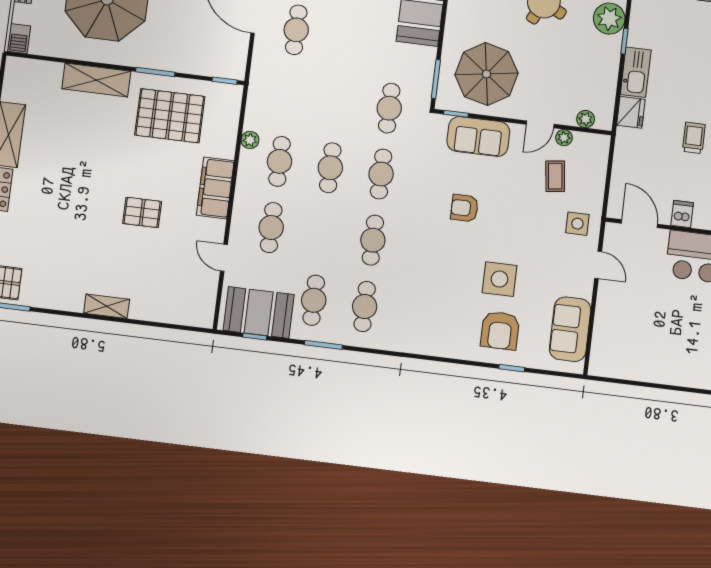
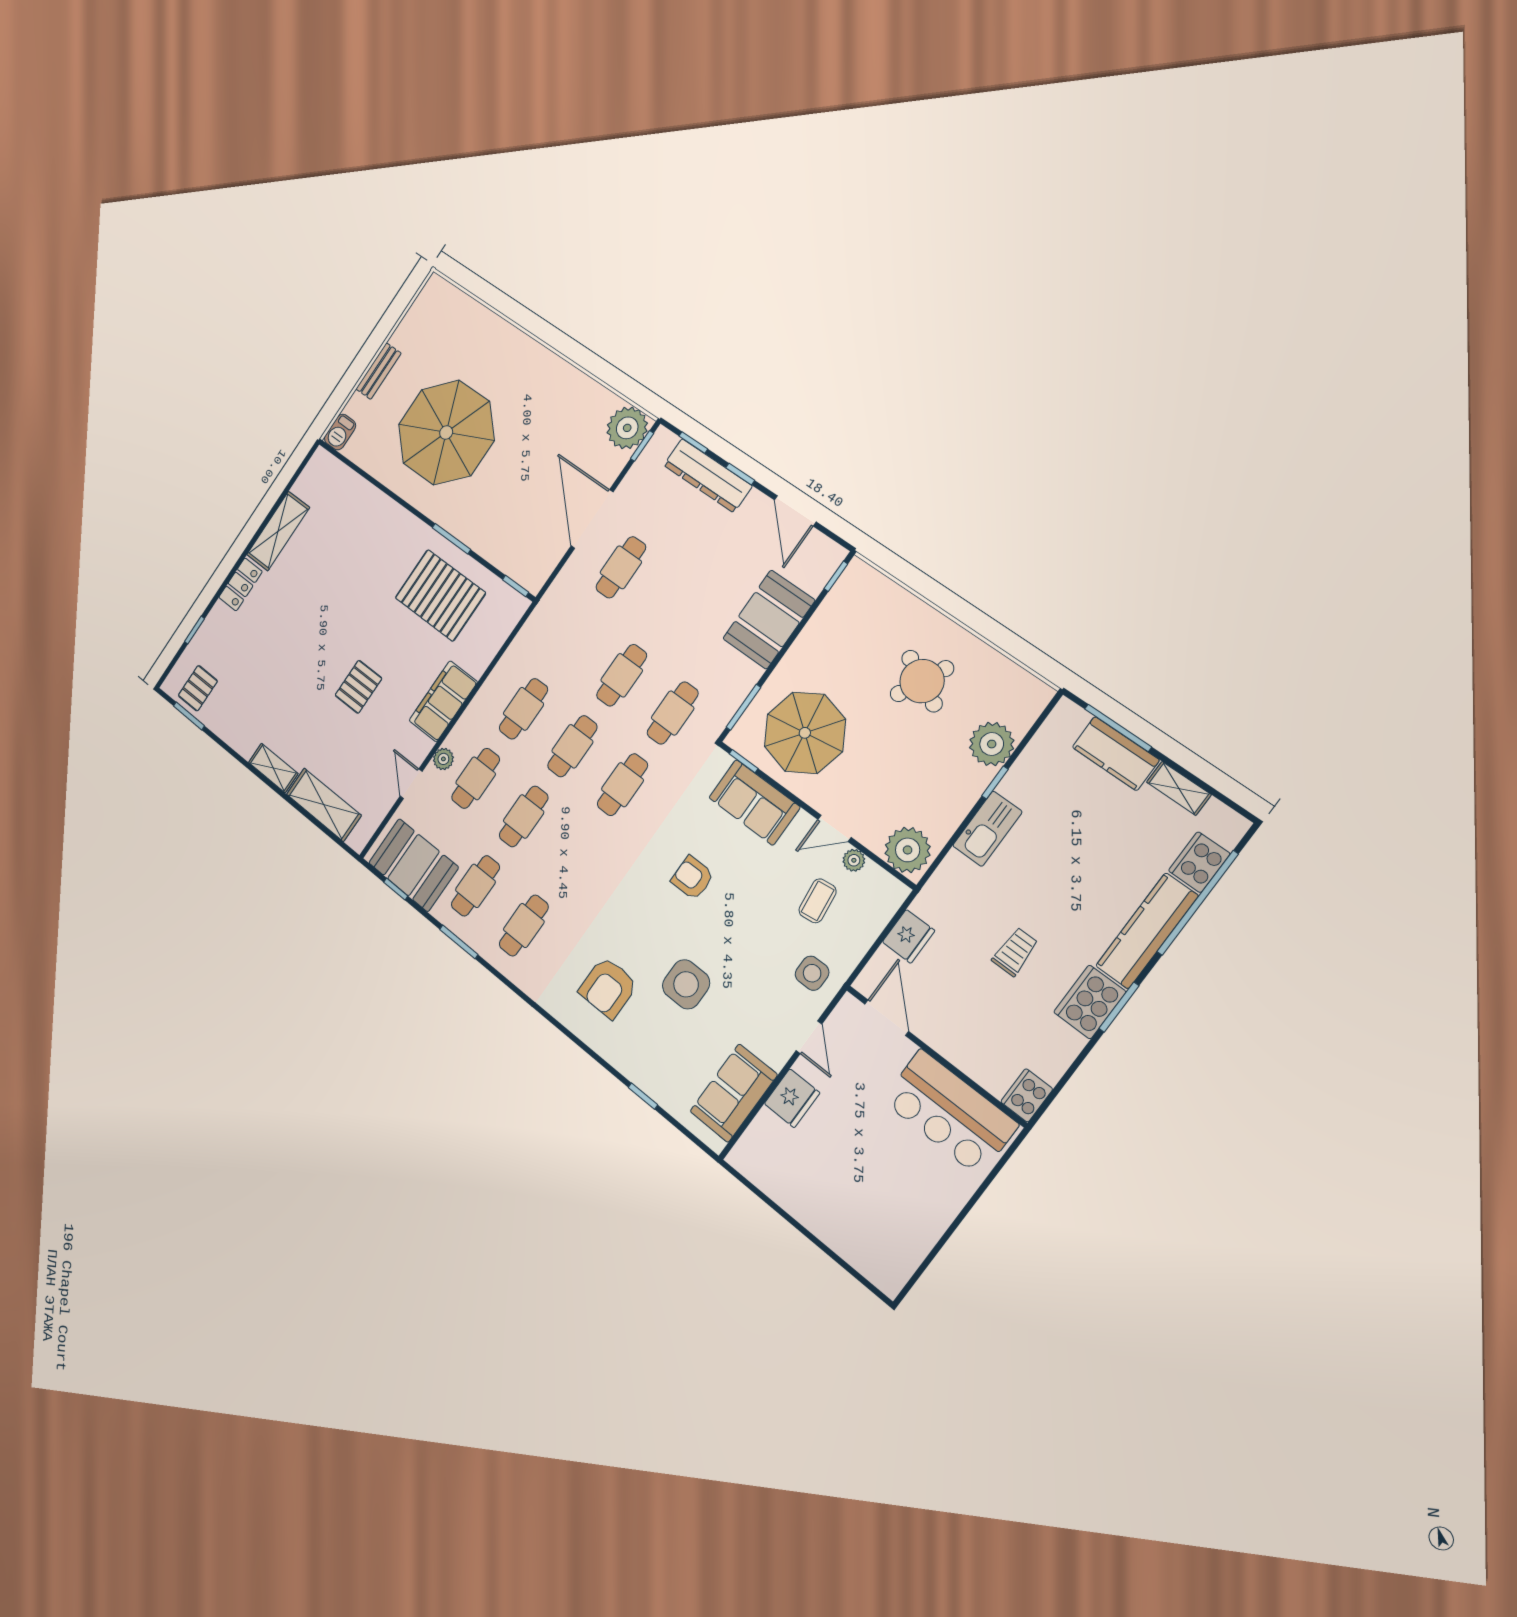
shelving: (96, 80) -> (324, 805), moved
cafe table: (339, 102) -> (622, 675), added
fridge: (631, 112) -> (909, 936), moved
plant: (586, 119) -> (908, 850), width x1.88, depth x1.88
plant: (250, 140) -> (443, 759), moved
pallet: (142, 212) -> (358, 687), turned 90
dishwasher: (682, 214) -> (946, 1037), removed
cafe table: (373, 240) -> (524, 816), moved
fridge: (609, 309) -> (792, 1098), added
armchair: (500, 331) -> (608, 988), moved

